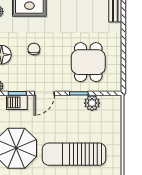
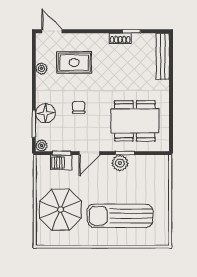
dining table: (88, 62) -> (135, 121), width x1.38
plant: (92, 103) -> (120, 163), moved

